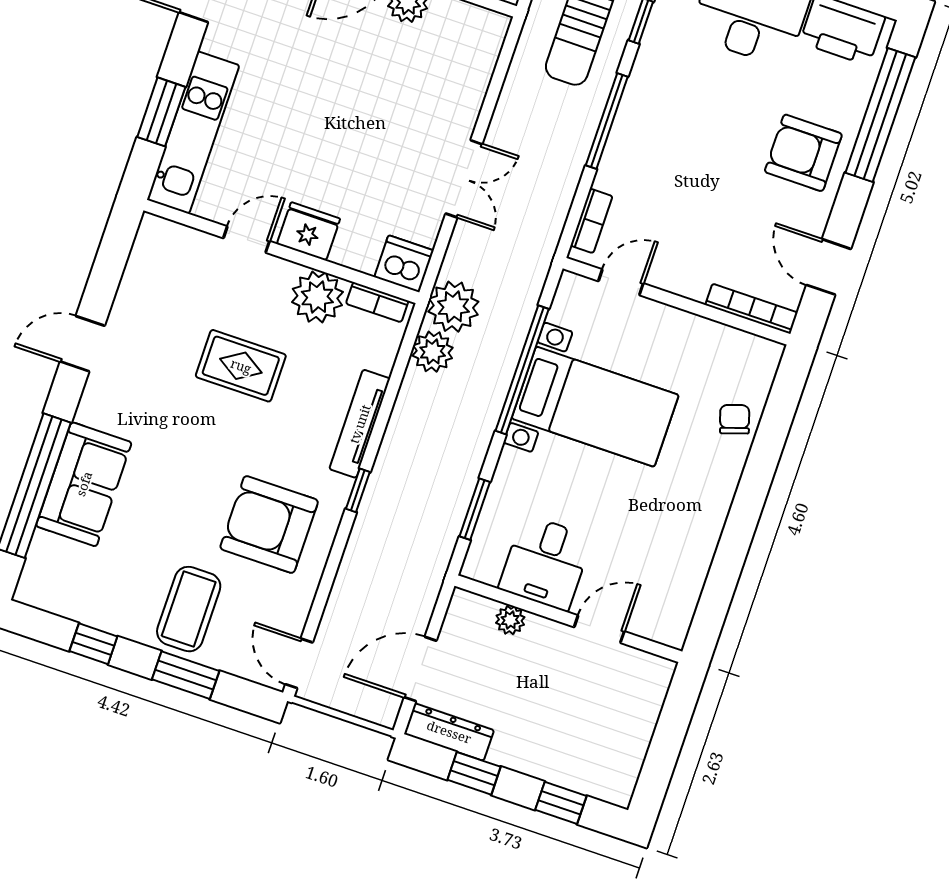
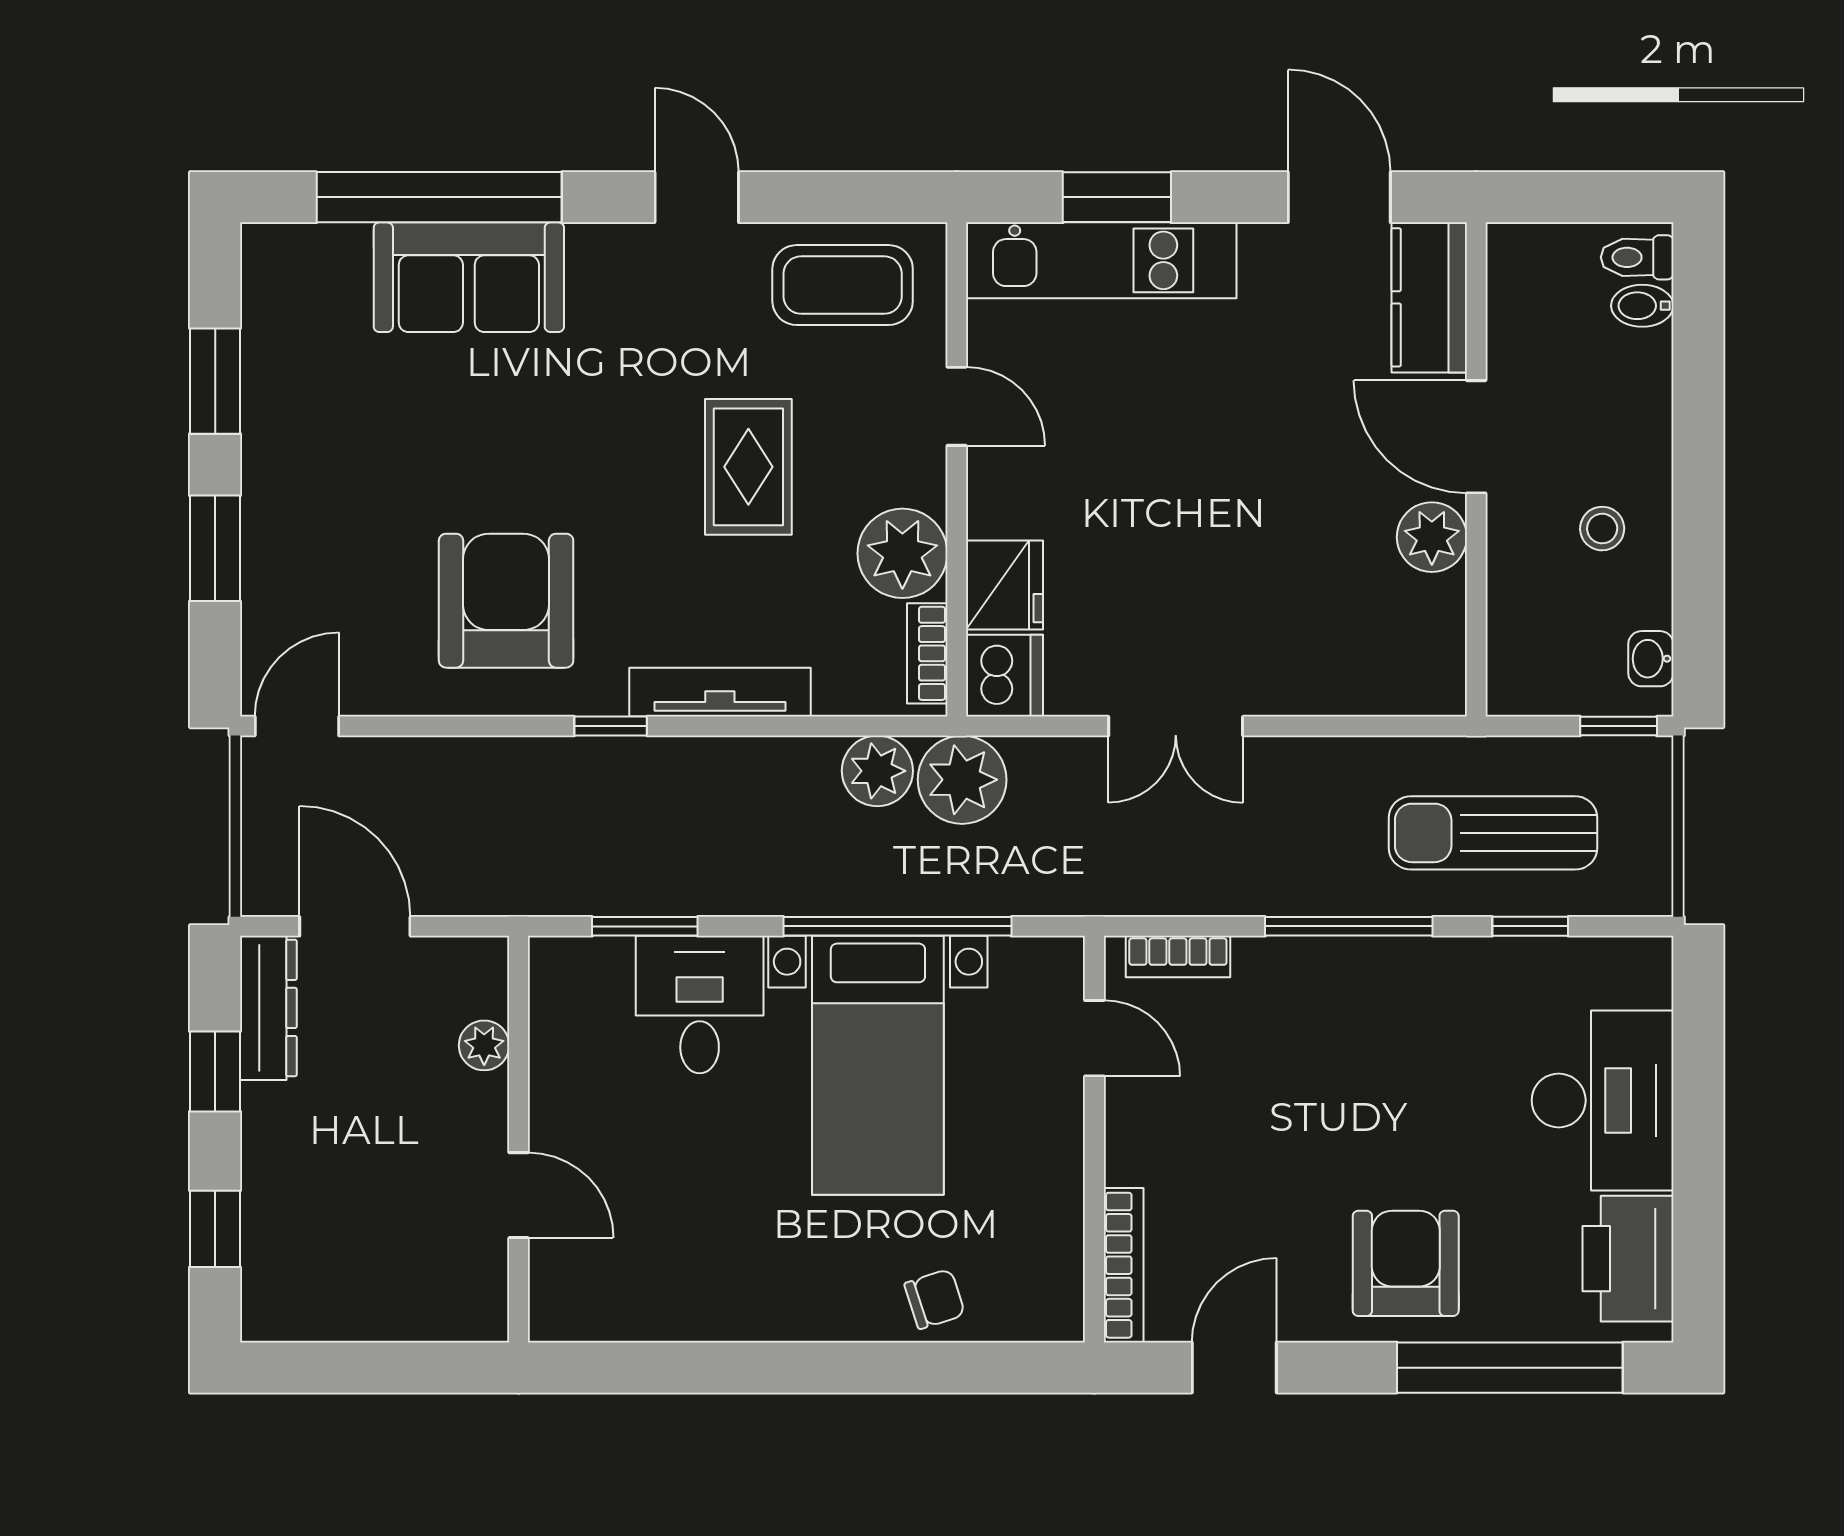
fridge: (309, 231) -> (1004, 585), moved
desk: (545, 563) -> (700, 1005), moved, turned 90
coffee table: (189, 609) -> (843, 285), moved
window: (93, 644) -> (215, 381), width x1.50

